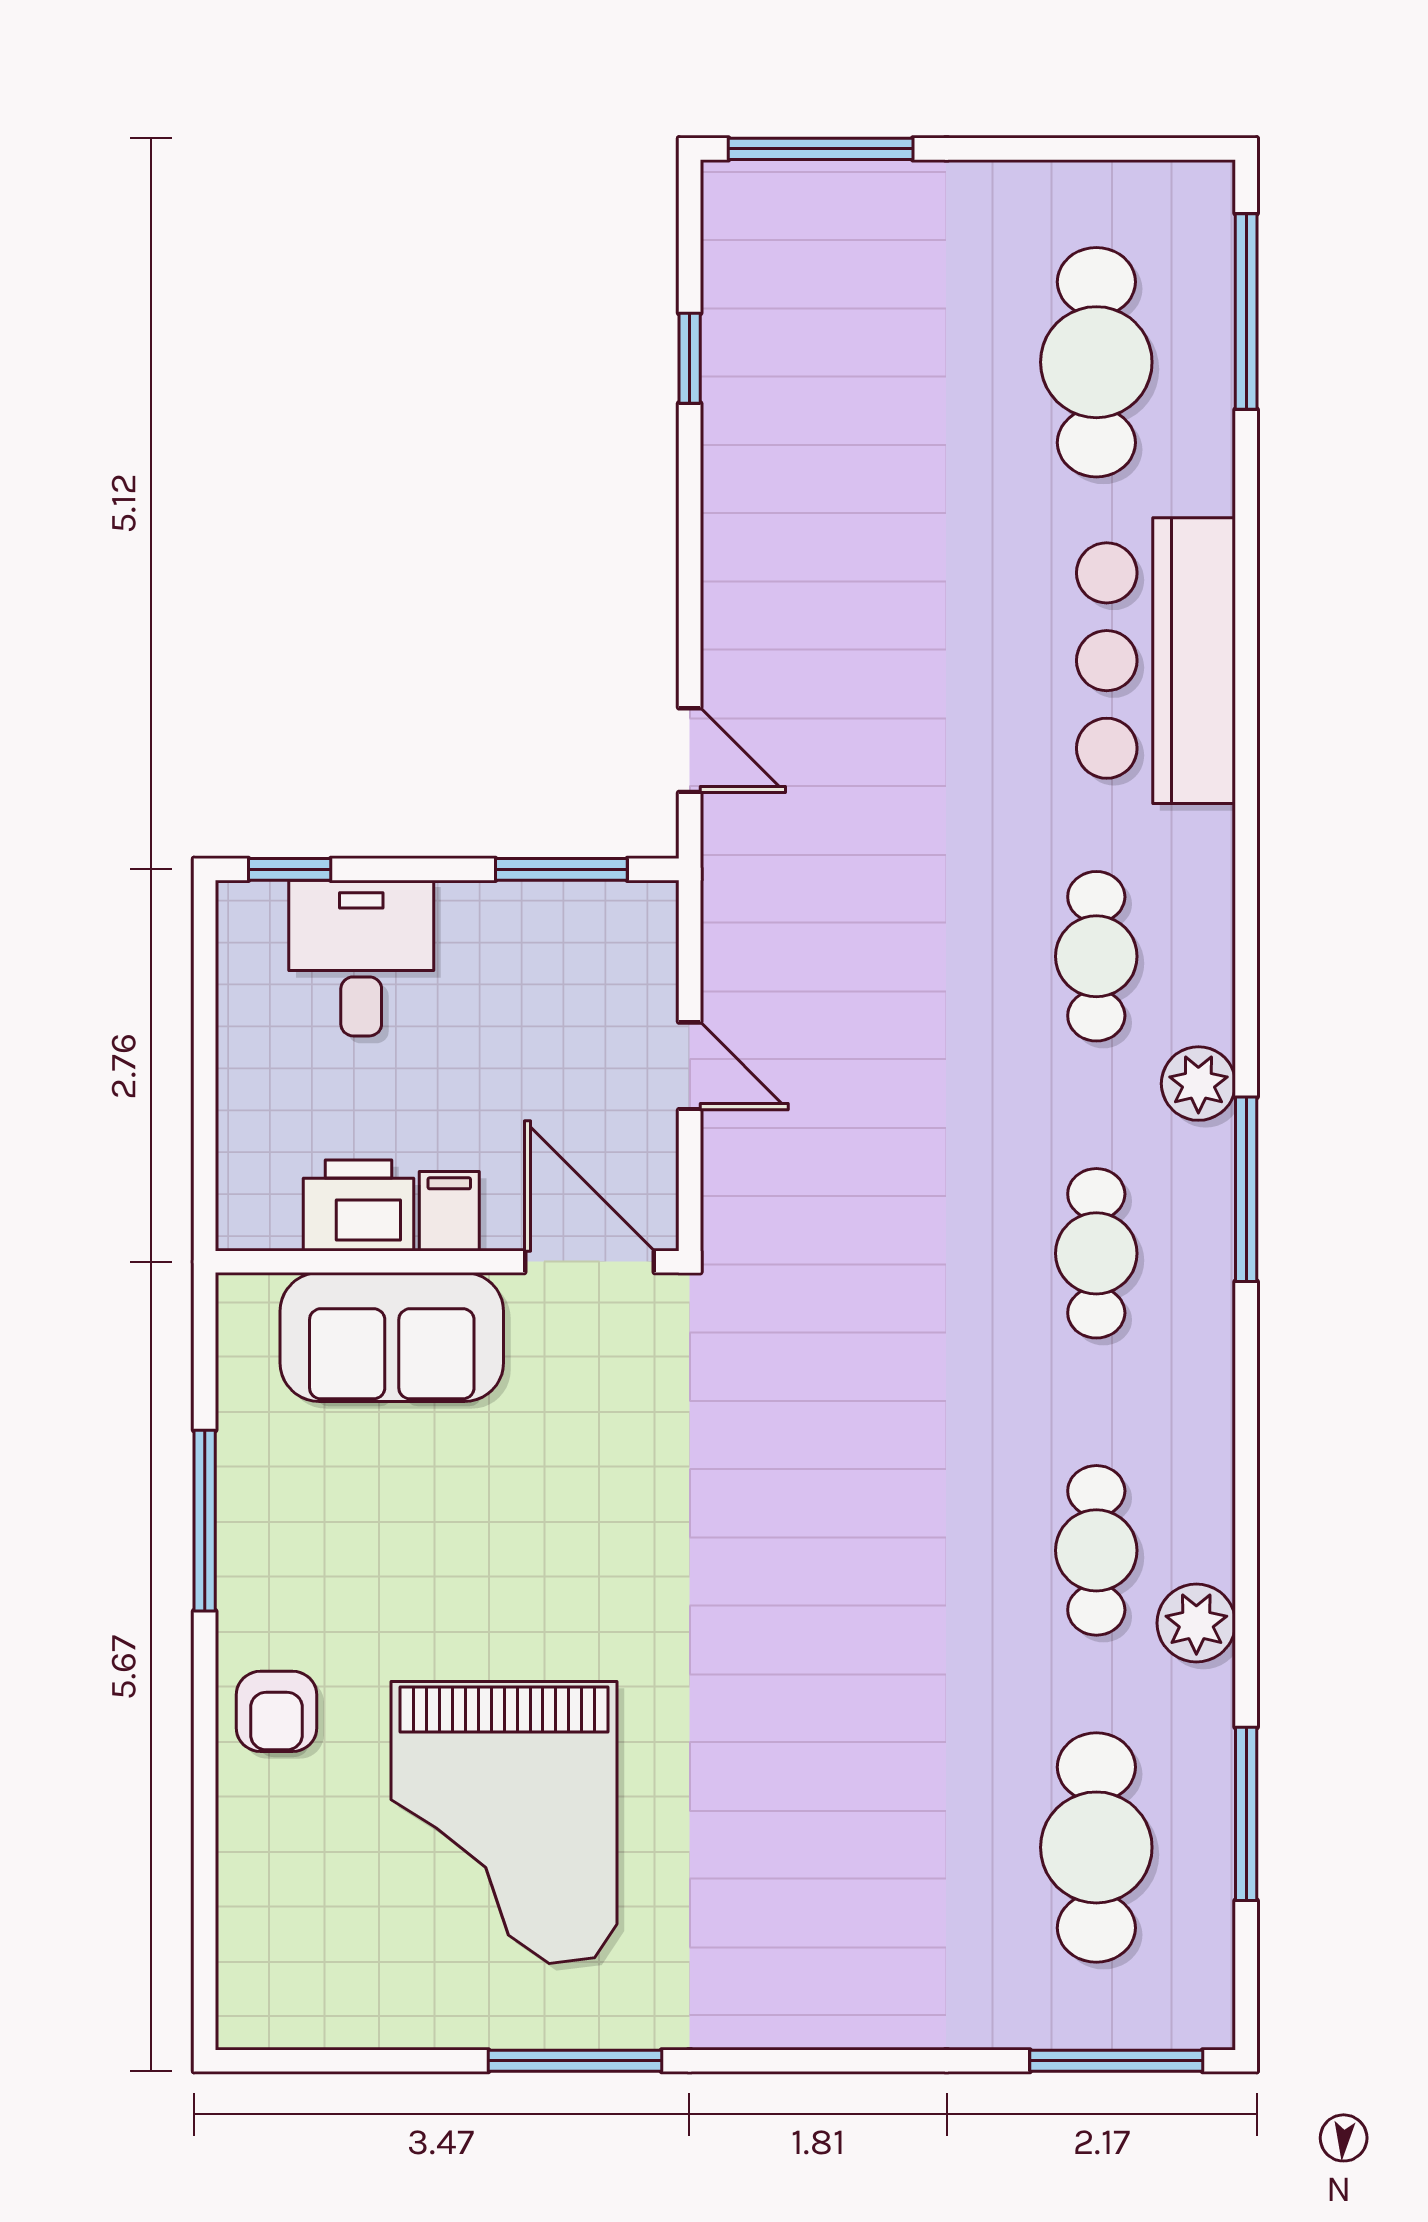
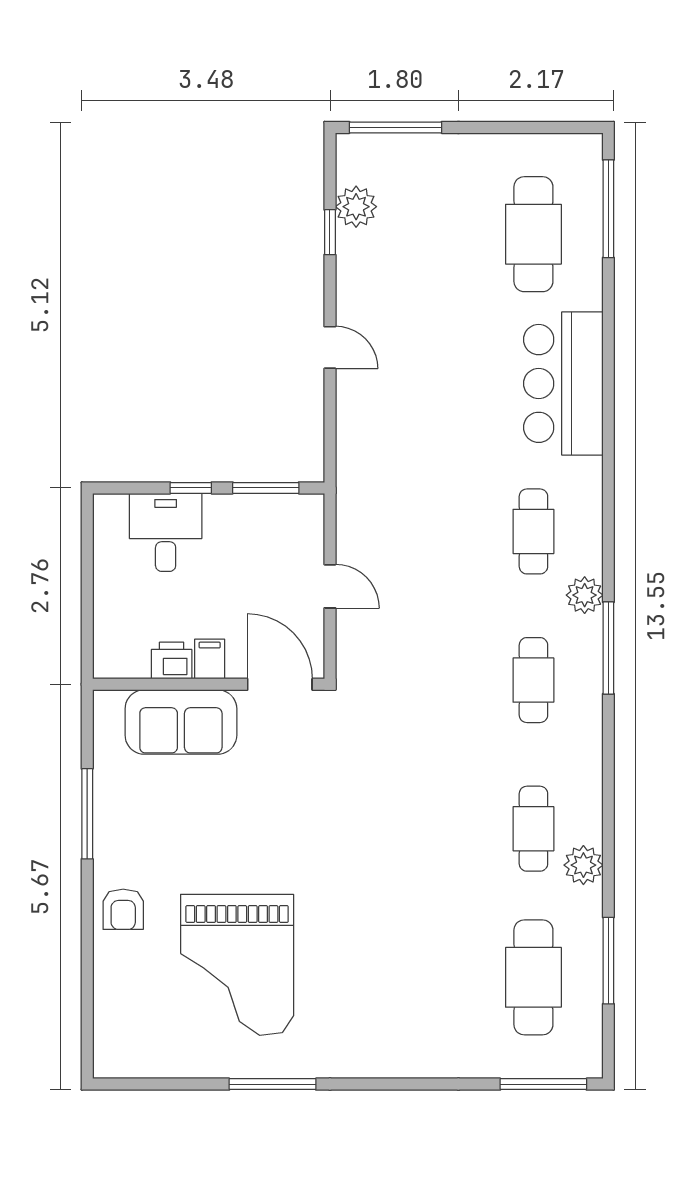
plant: (742, 307) -> (356, 207), added
door: (690, 750) -> (330, 347), moved
window: (290, 869) -> (191, 488), moved
printer: (358, 1205) -> (172, 661), width x0.73, depth x0.81

